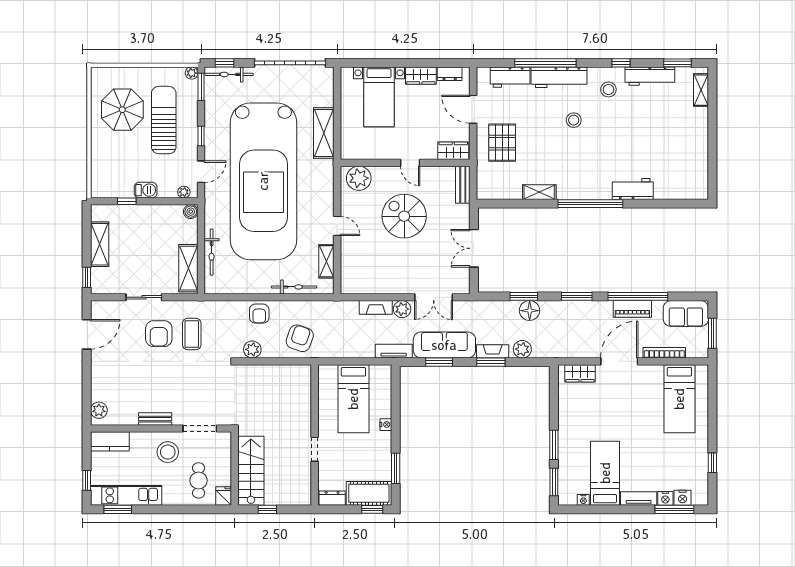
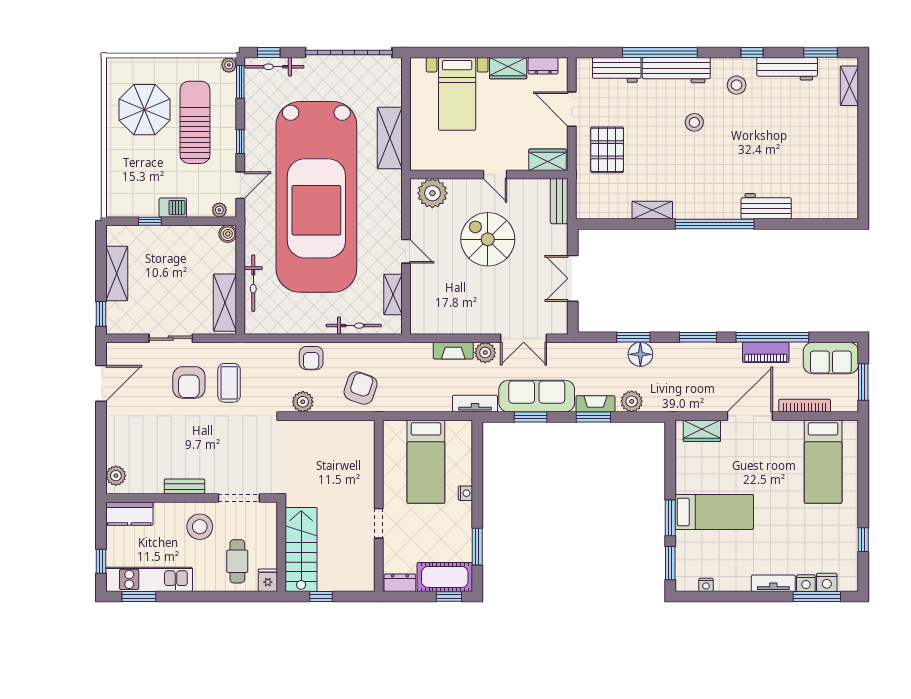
bed: (605, 473) -> (714, 512), moved, turned 90

